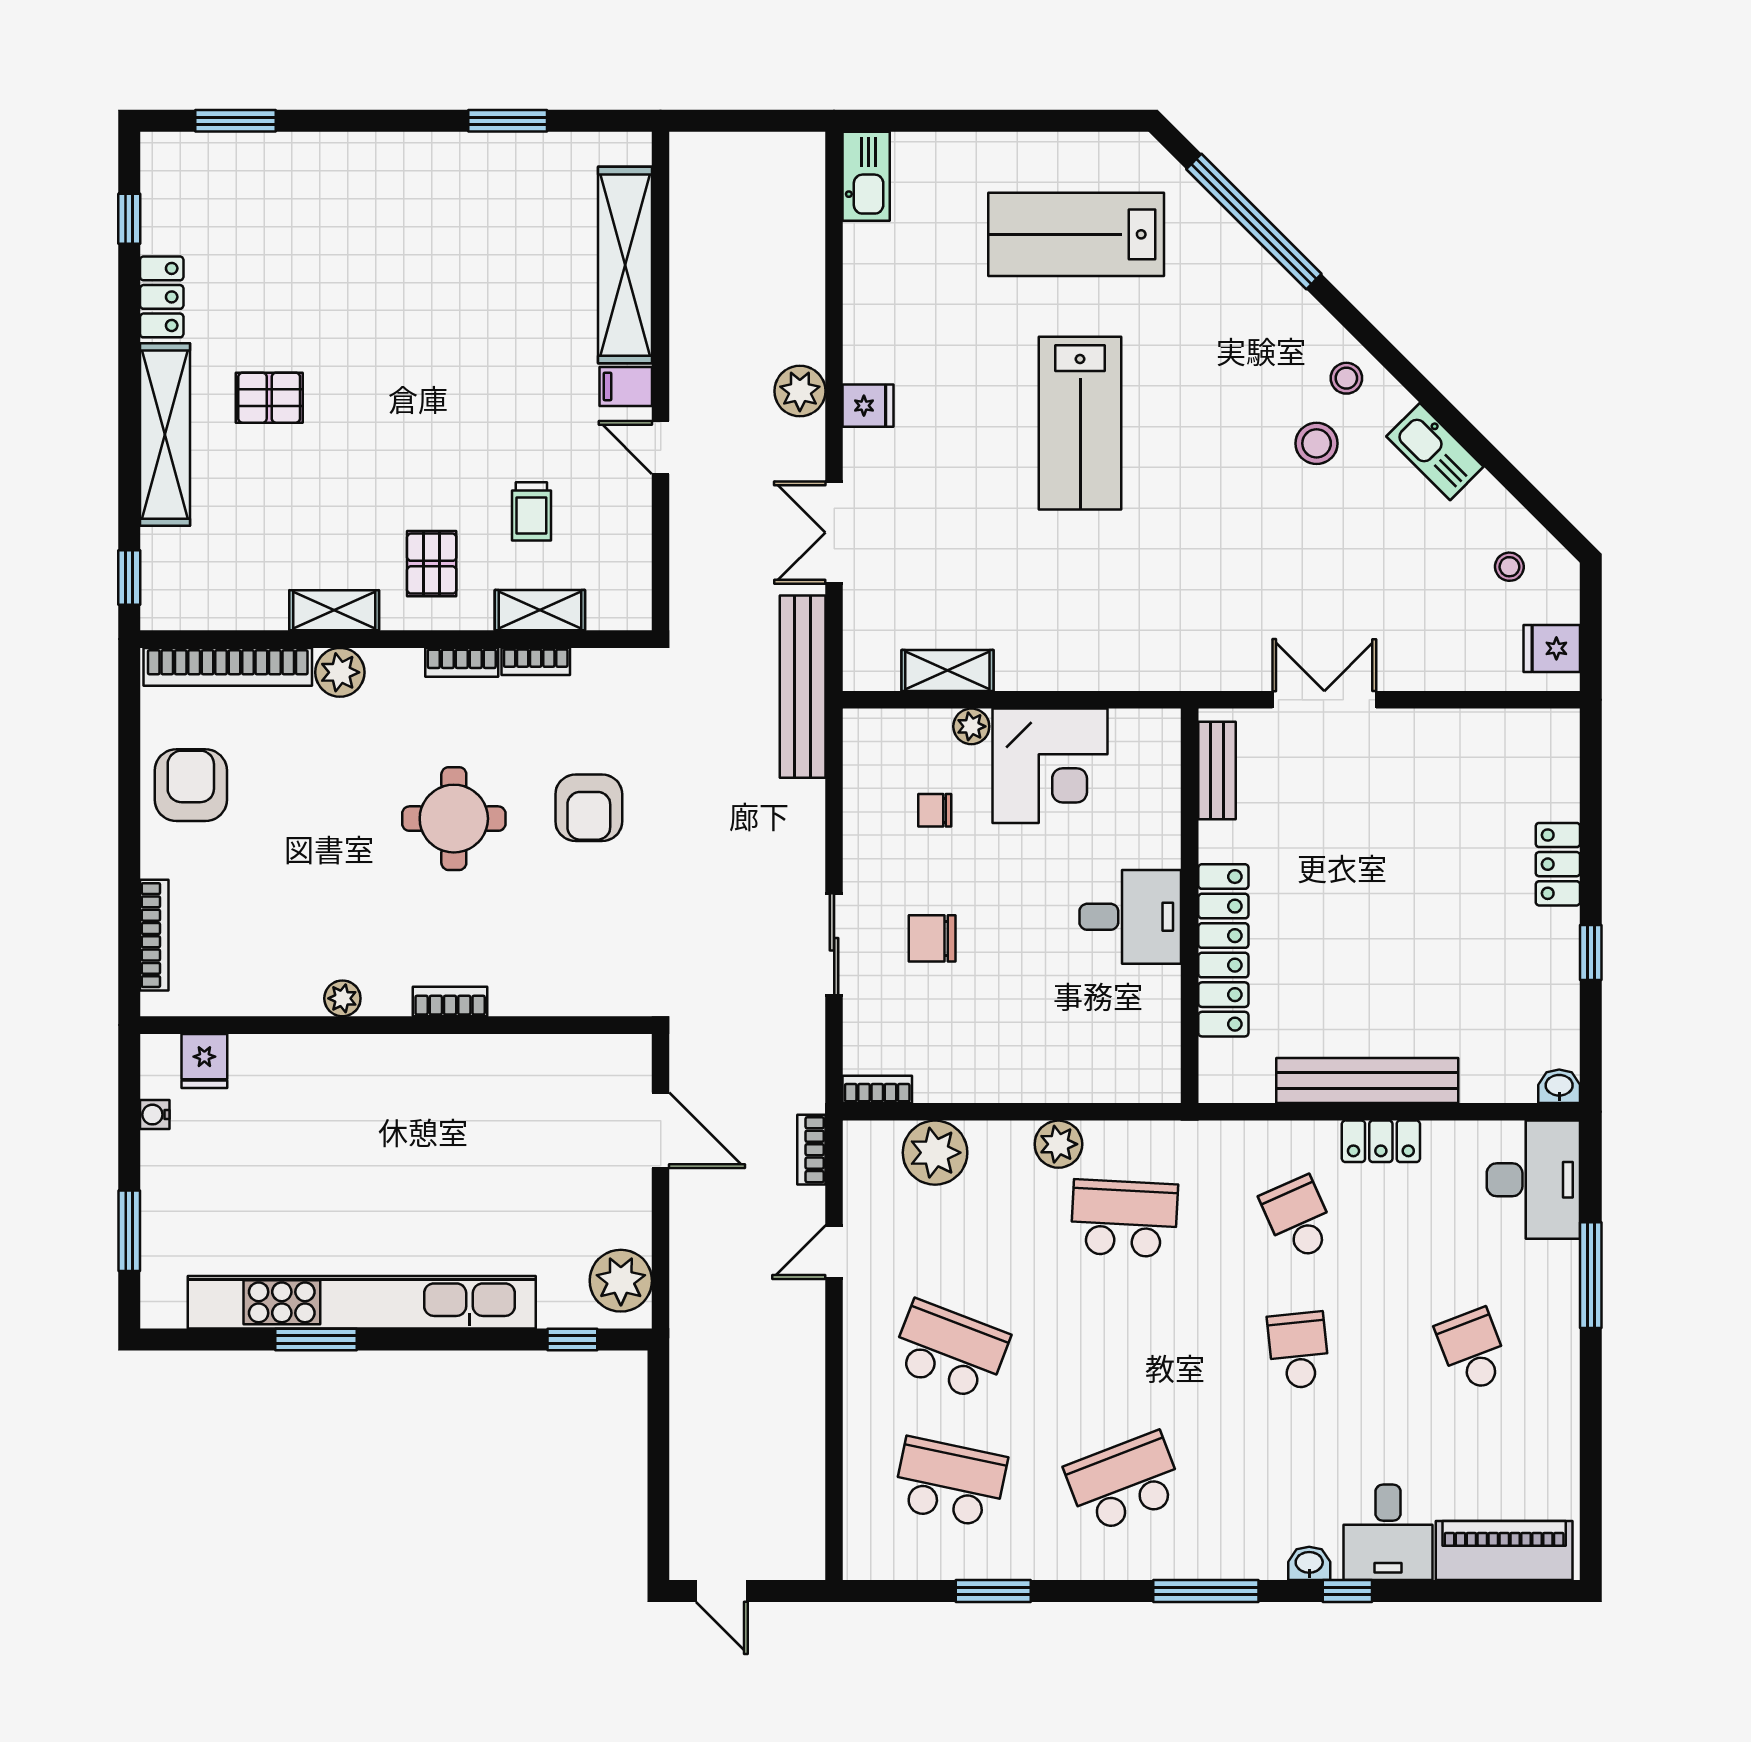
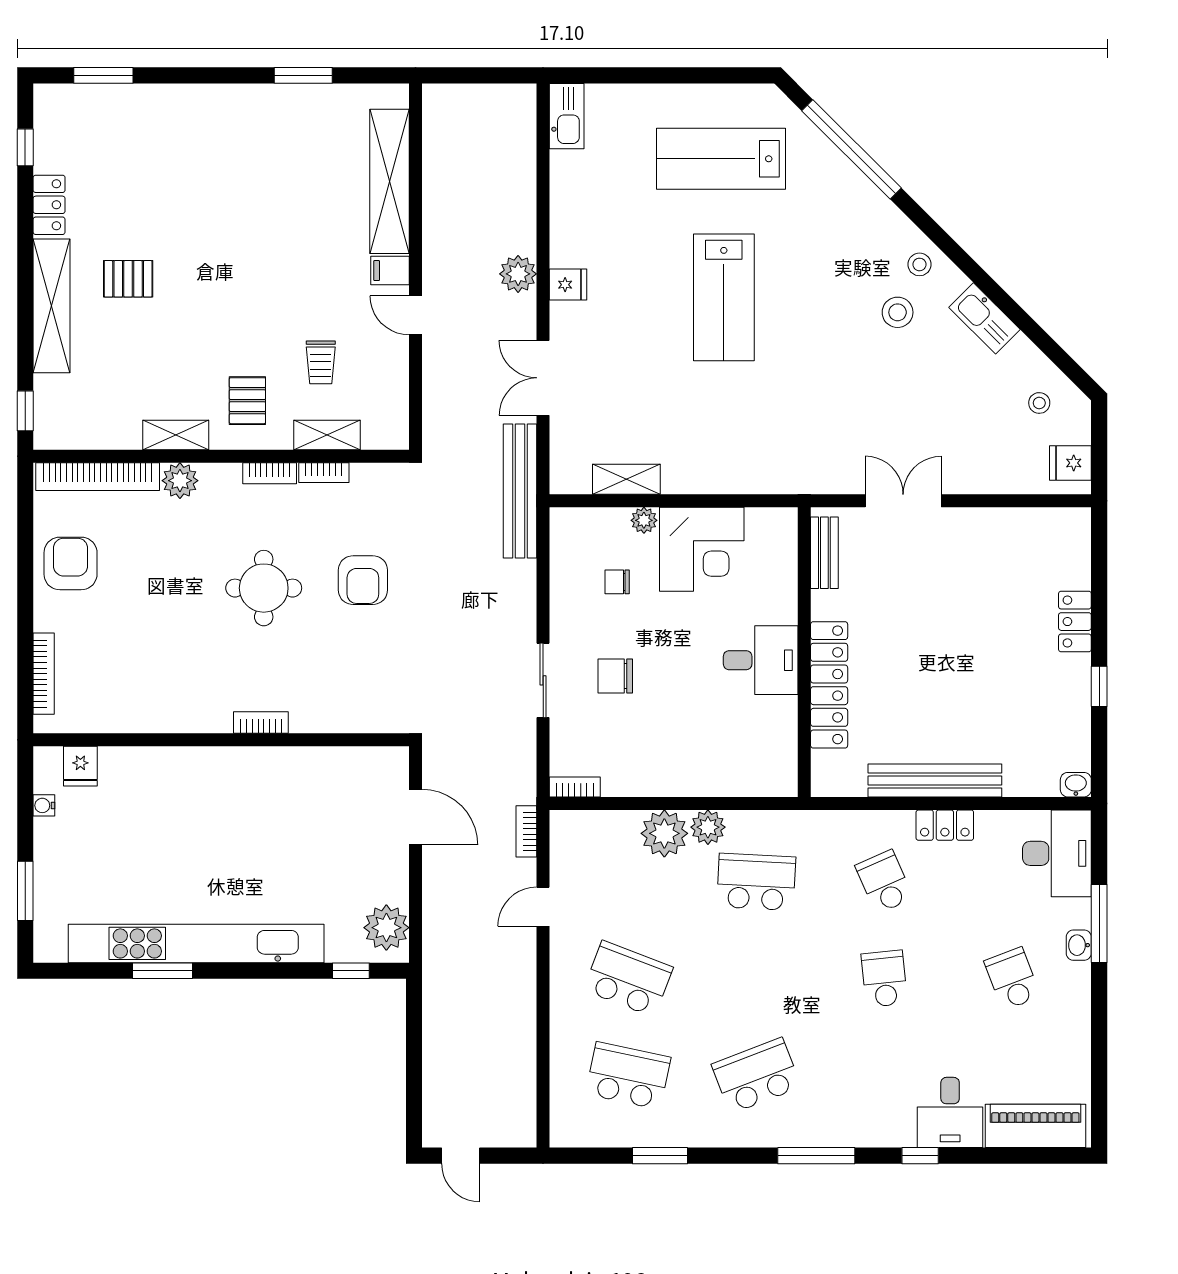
plant: (342, 998) -> (182, 720), removed
plant: (935, 1153) -> (664, 833), moved
washbasin: (1309, 1563) -> (1079, 945), moved, turned -90

